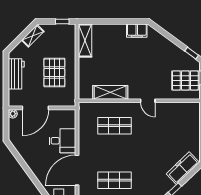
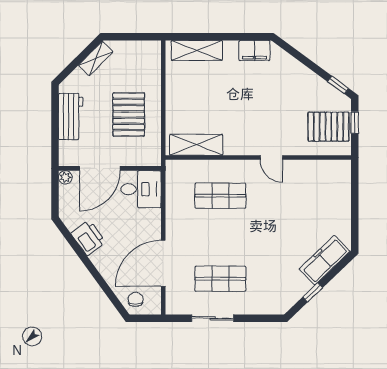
window: (62, 21) -> (141, 37), removed
shelving: (85, 40) -> (197, 50), moved, turned 90
shelving: (110, 92) -> (196, 145), moved
desk: (62, 141) -> (141, 189), moved
printer: (28, 153) -> (88, 238), added

